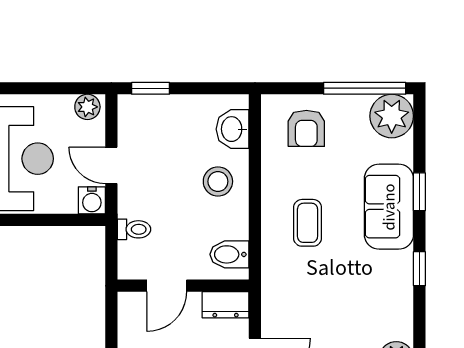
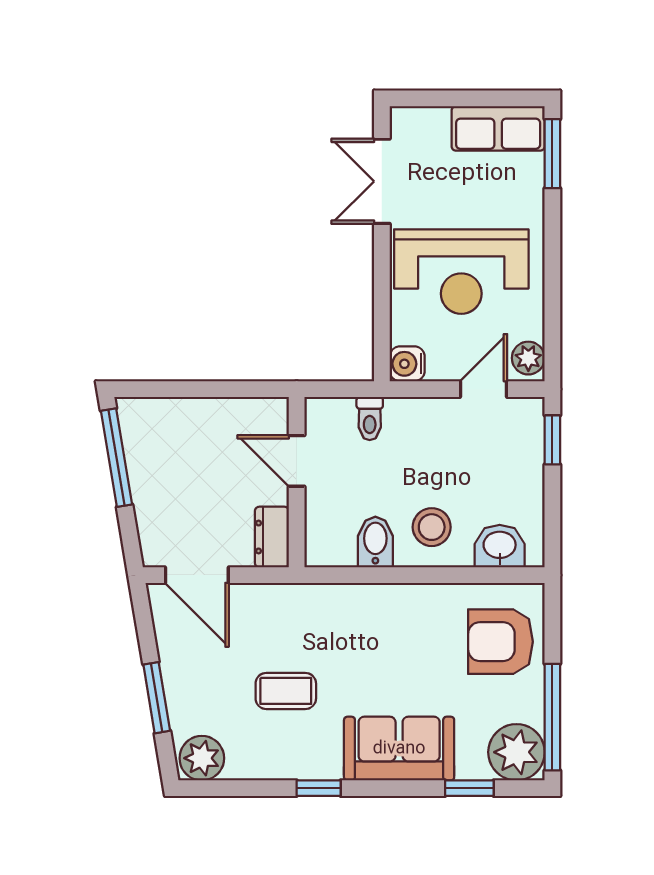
armchair: (306, 128) -> (500, 642), width x1.38, depth x1.38
door: (111, 165) -> (484, 389), moved
window: (419, 192) -> (469, 788), moved
coffee table: (308, 223) -> (286, 691), moved
bidet: (229, 254) -> (375, 542), moved

